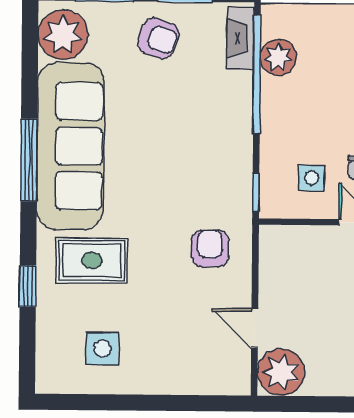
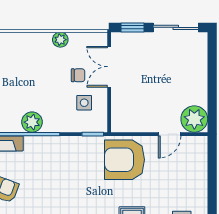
plant: (278, 57) -> (32, 122), moved
armchair: (210, 248) -> (125, 160), width x1.88, depth x1.88

